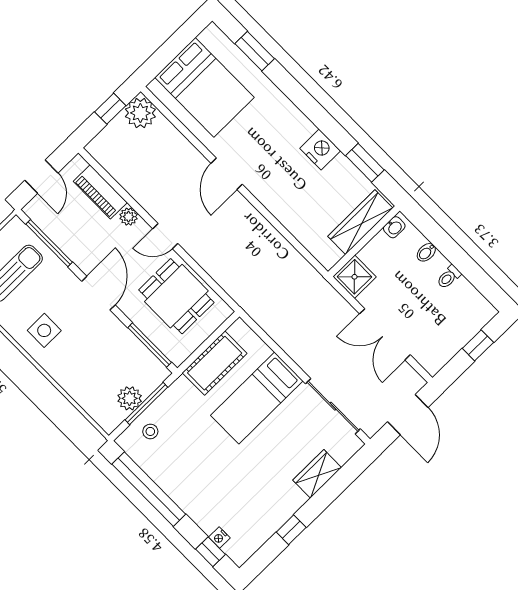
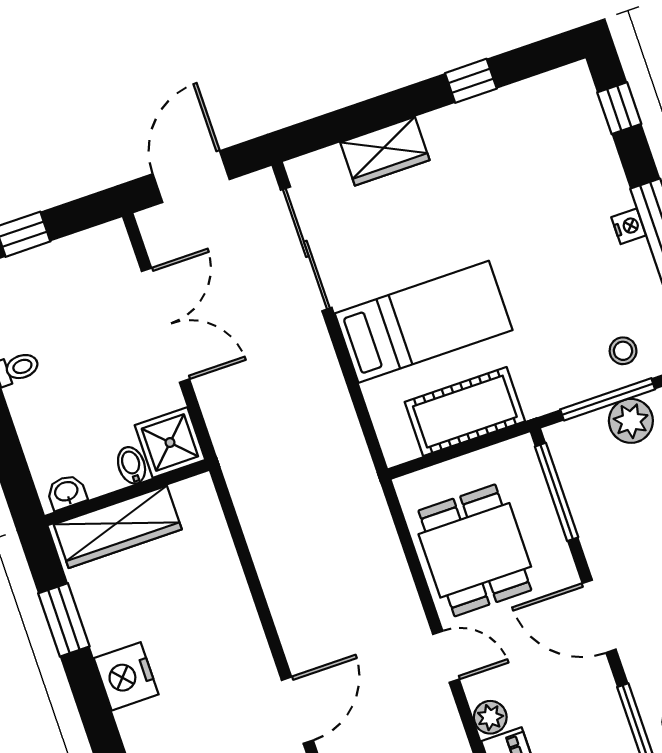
bidet: (426, 252) -> (132, 465), moved, turned -90
door: (98, 293) -> (599, 616), hinge flipped
nightstand: (219, 538) -> (629, 226), moved

